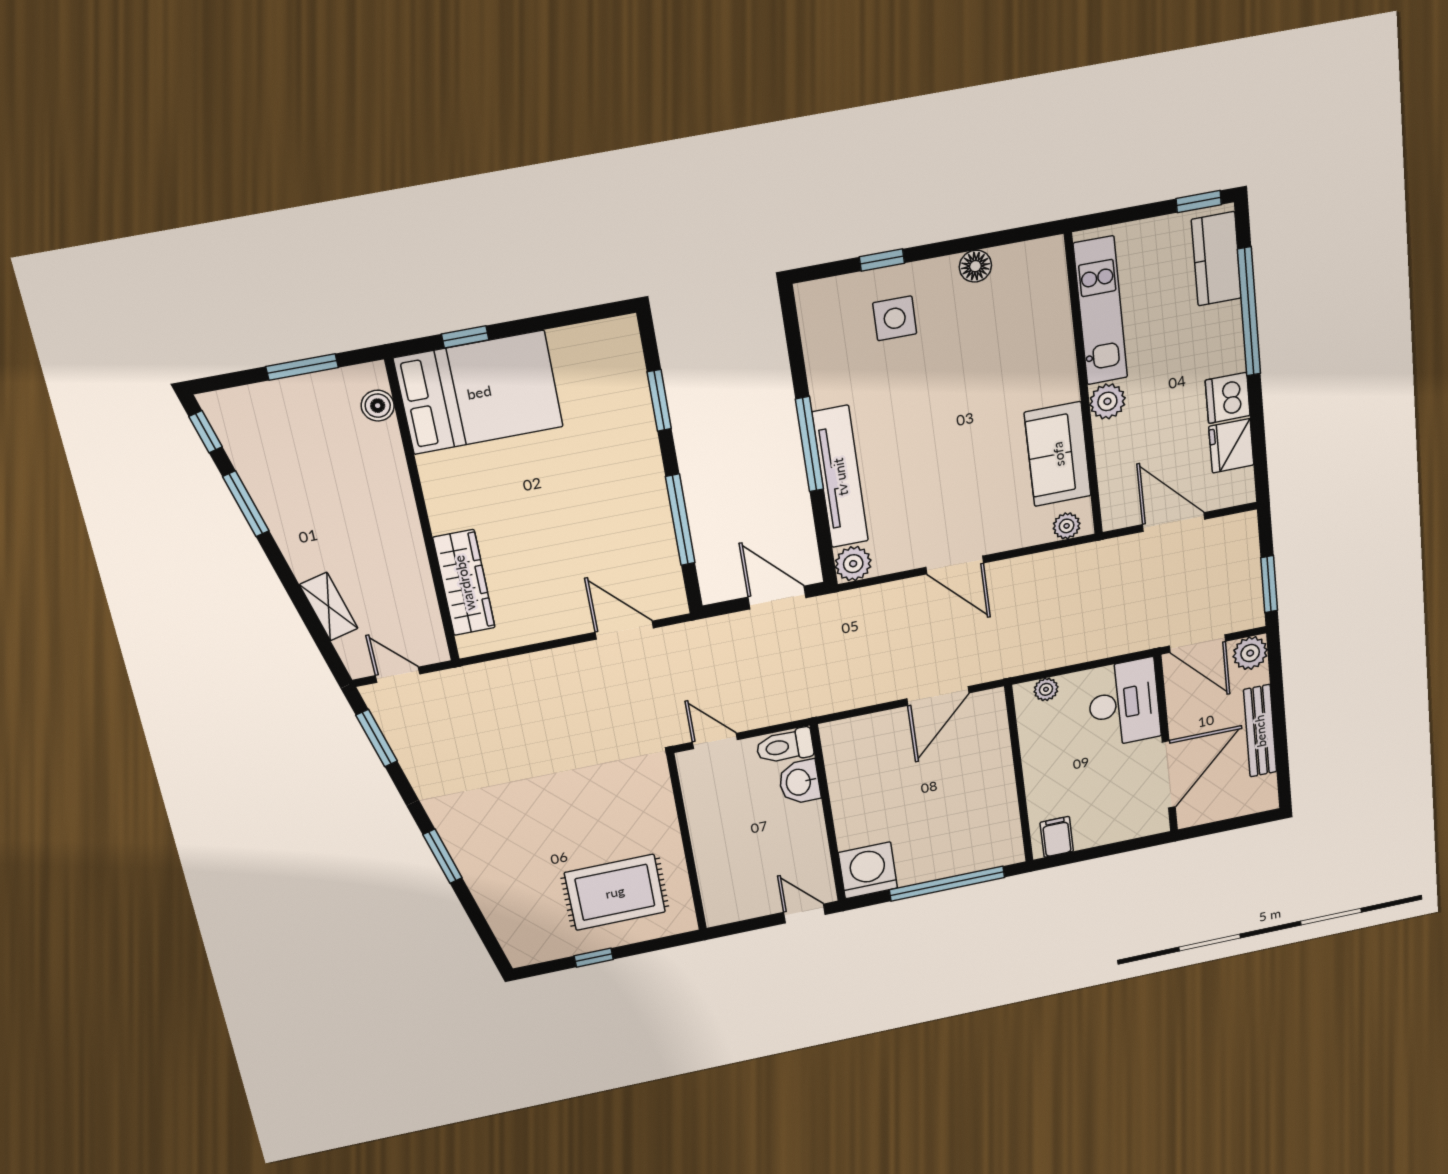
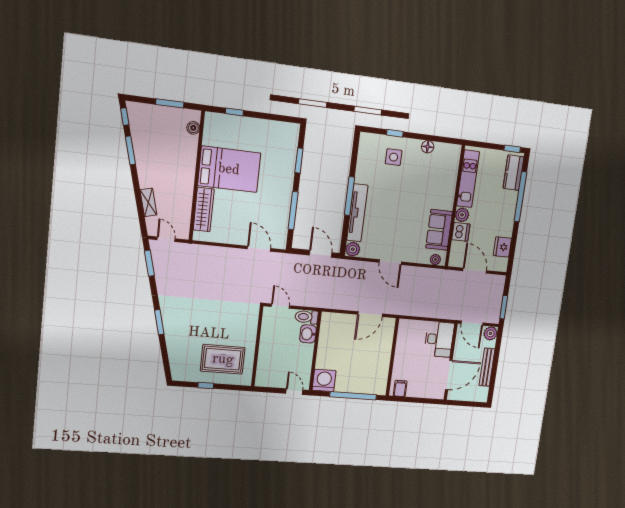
bed: (479, 392) -> (229, 169), moved
dishwasher: (1228, 398) -> (461, 232), moved, turned 180
plant: (1046, 689) -> (411, 324), removed

